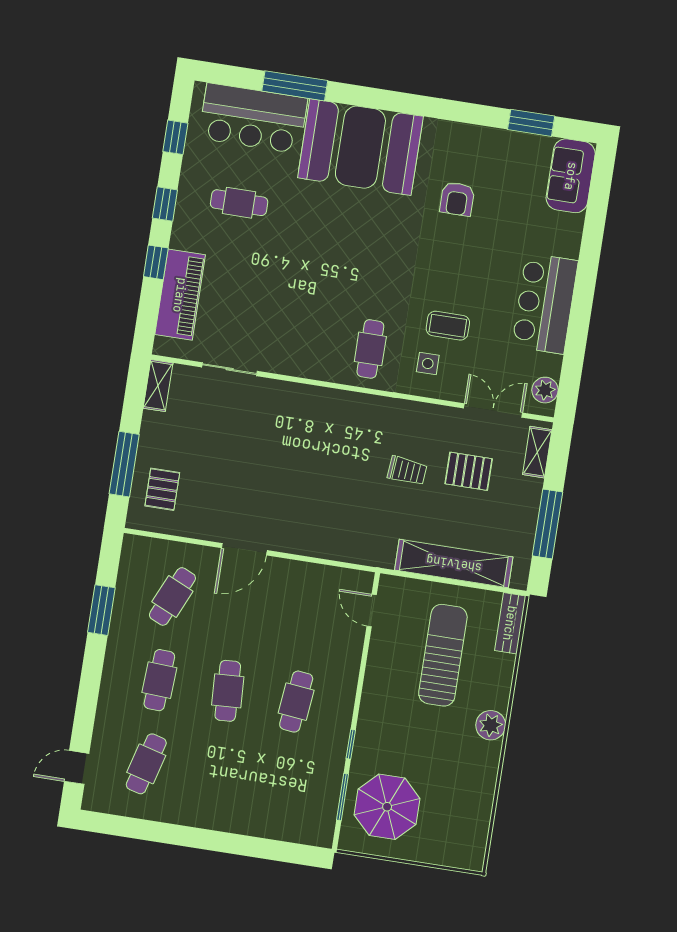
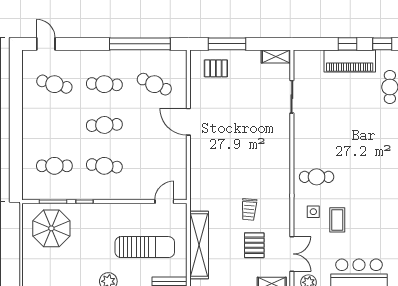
piano: (180, 295) -> (350, 61), moved
window: (101, 610) -> (140, 44), width x2.11
cafe table: (283, 785) -> (54, 166), added

